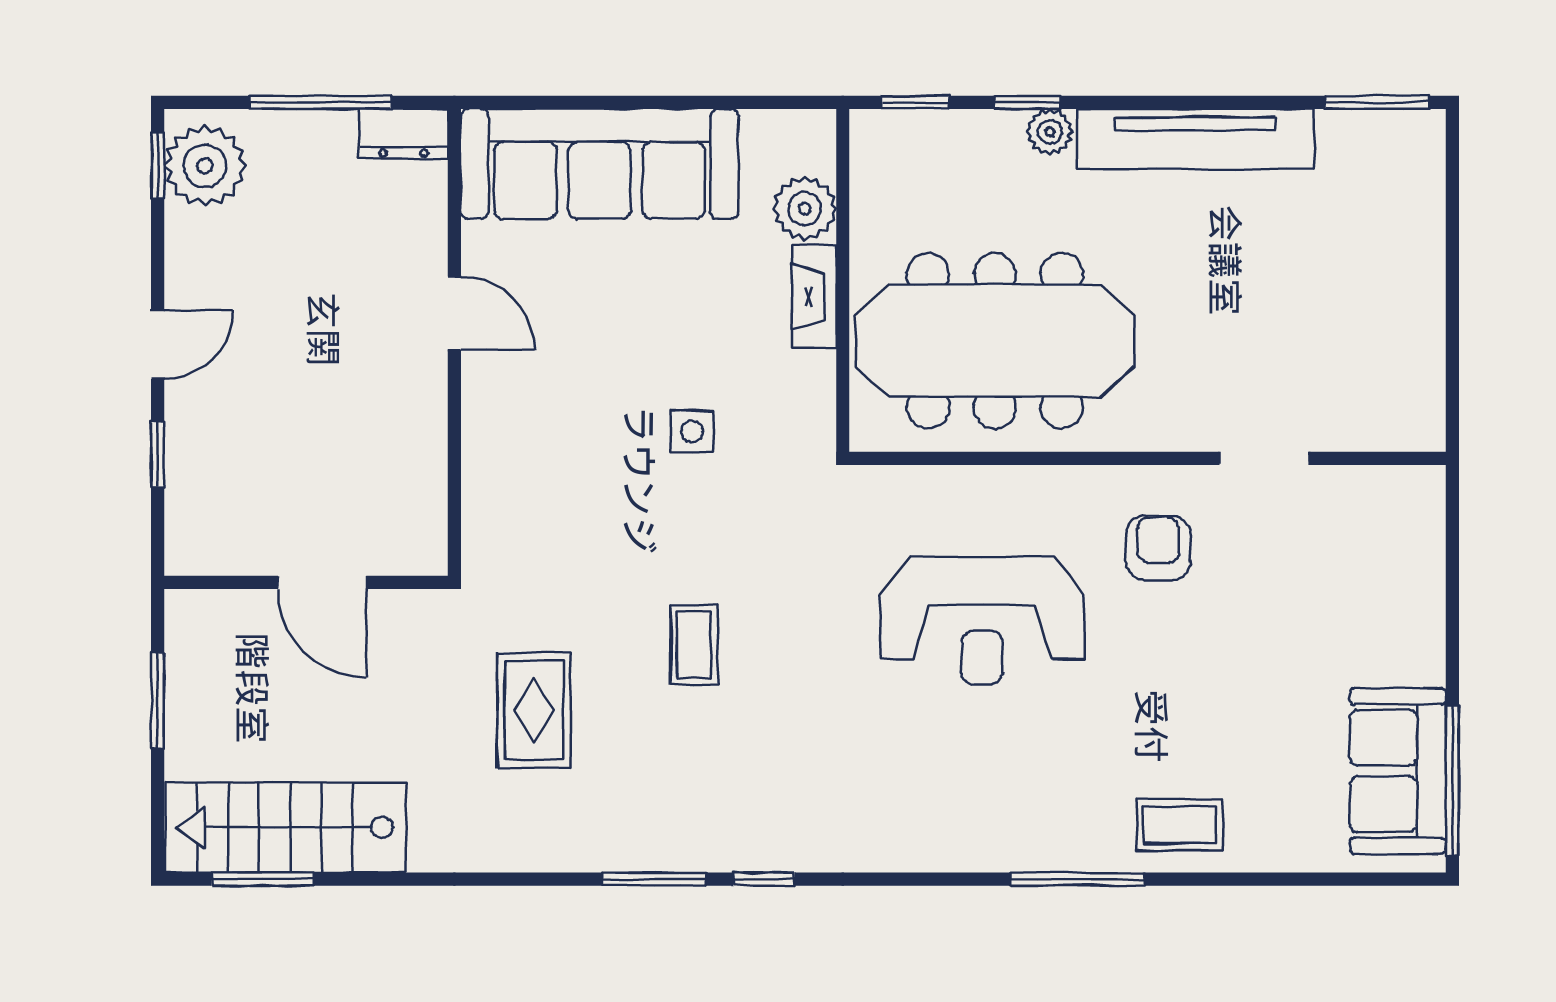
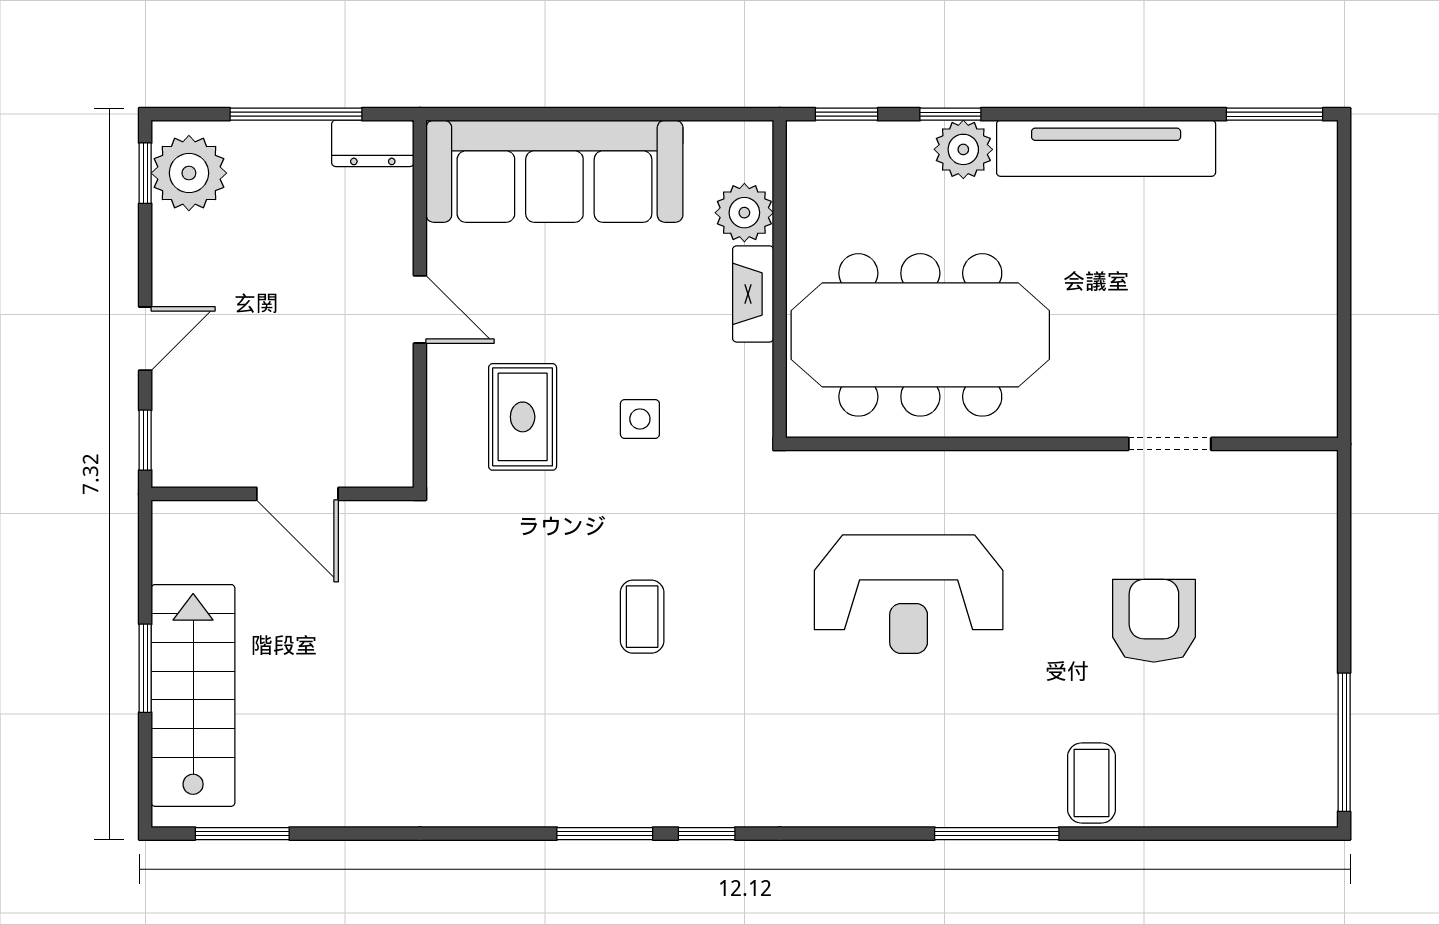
plant: (1050, 132) -> (963, 149), width x1.38, depth x1.38
armchair: (1158, 548) -> (1154, 621), moved, width x1.38, depth x1.38
wall: (306, 582) -> (283, 494), moved
door: (322, 582) -> (297, 494), moved
rug: (534, 710) -> (523, 417), moved
sofa: (1398, 771) -> (1294, 733), removed
coffee table: (1180, 825) -> (1091, 783), turned 90
stairs: (286, 827) -> (193, 695), moved, turned 90

